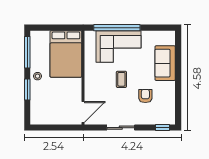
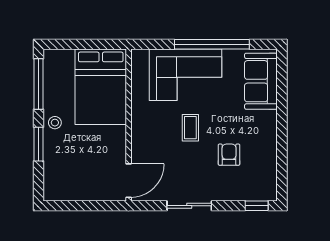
window: (117, 28) -> (212, 44), moved
sofa: (165, 63) -> (261, 81), moved

